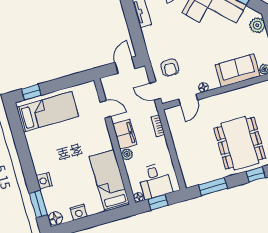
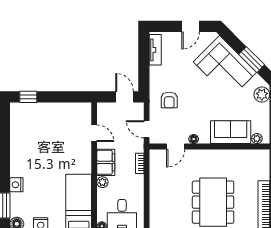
door: (125, 65) -> (125, 97), hinge flipped
armchair: (170, 68) -> (169, 100), moved
bed: (48, 112) -> (38, 120), removed

